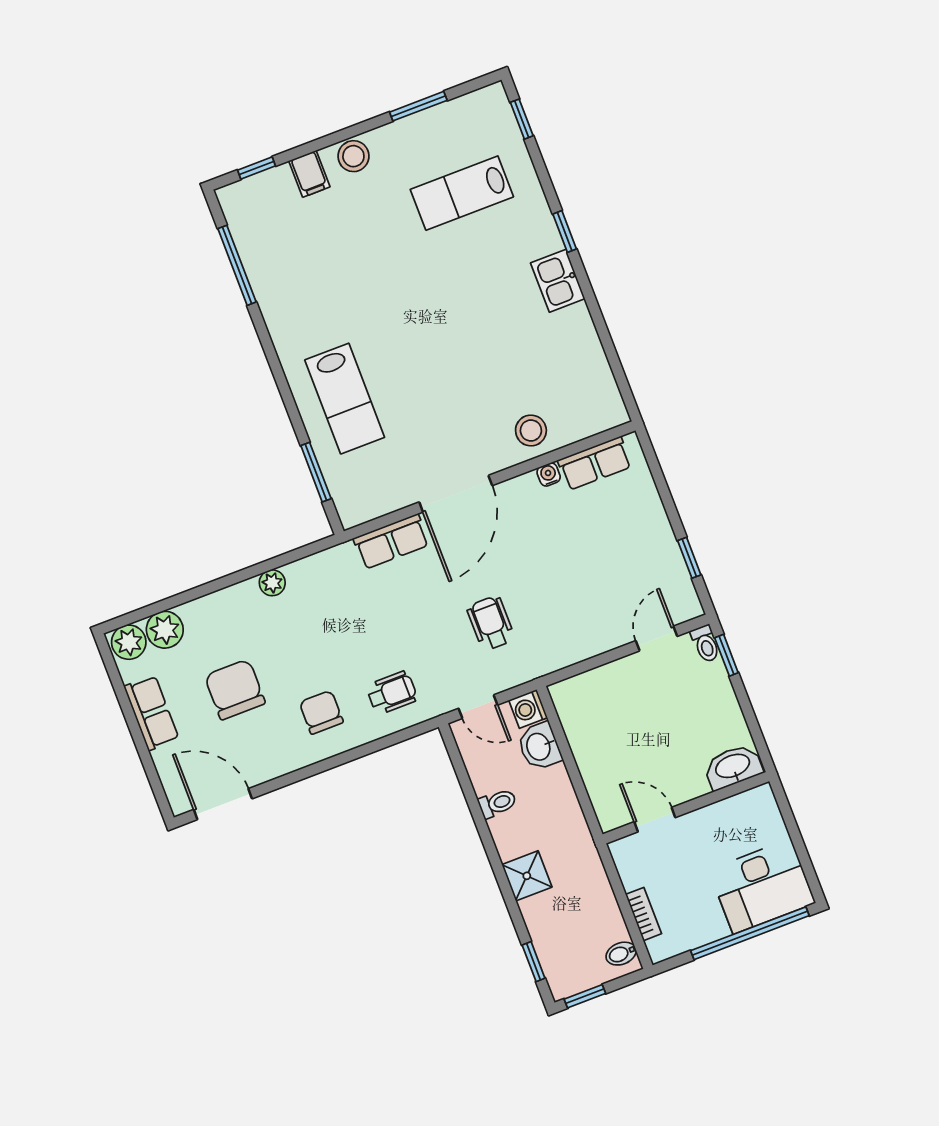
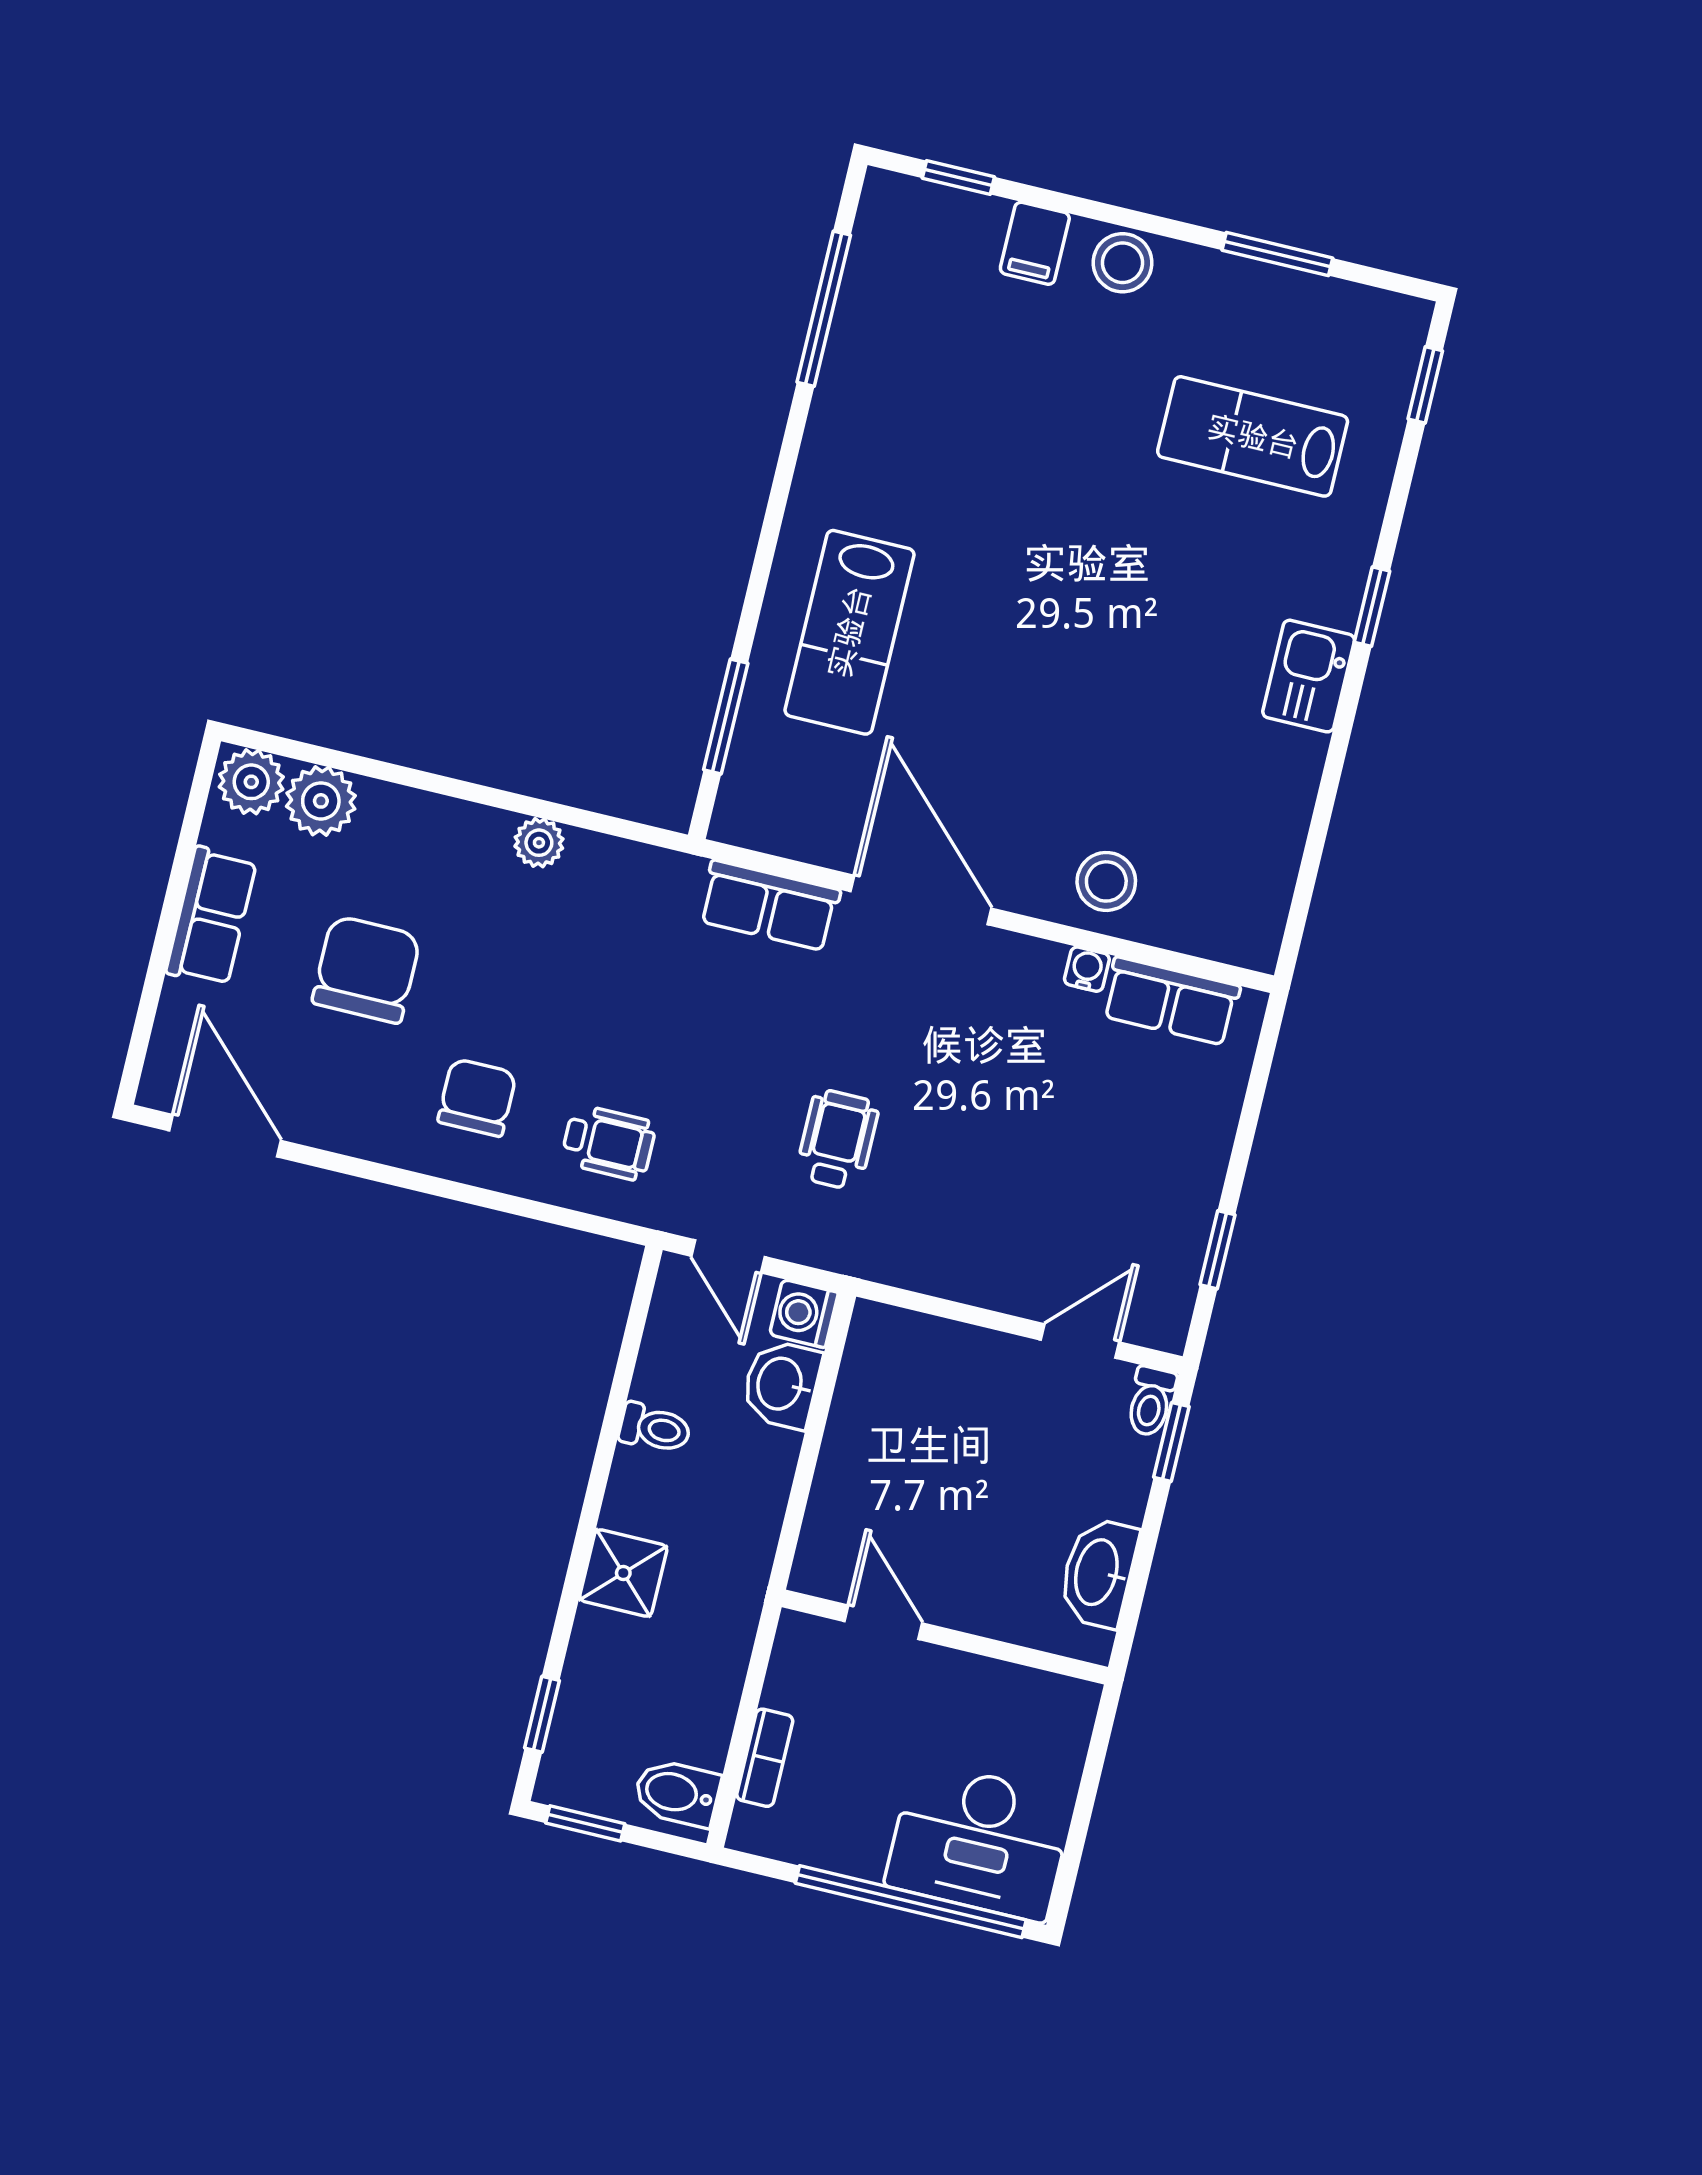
door: (456, 494) -> (921, 900), swing flipped
washbasin: (733, 767) -> (1098, 1573), moved, turned -90
bidet: (621, 954) -> (677, 1793), width x1.38, depth x1.36

